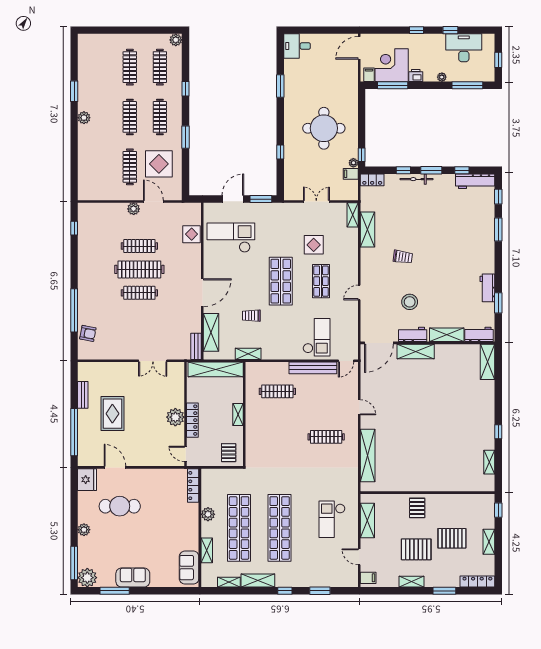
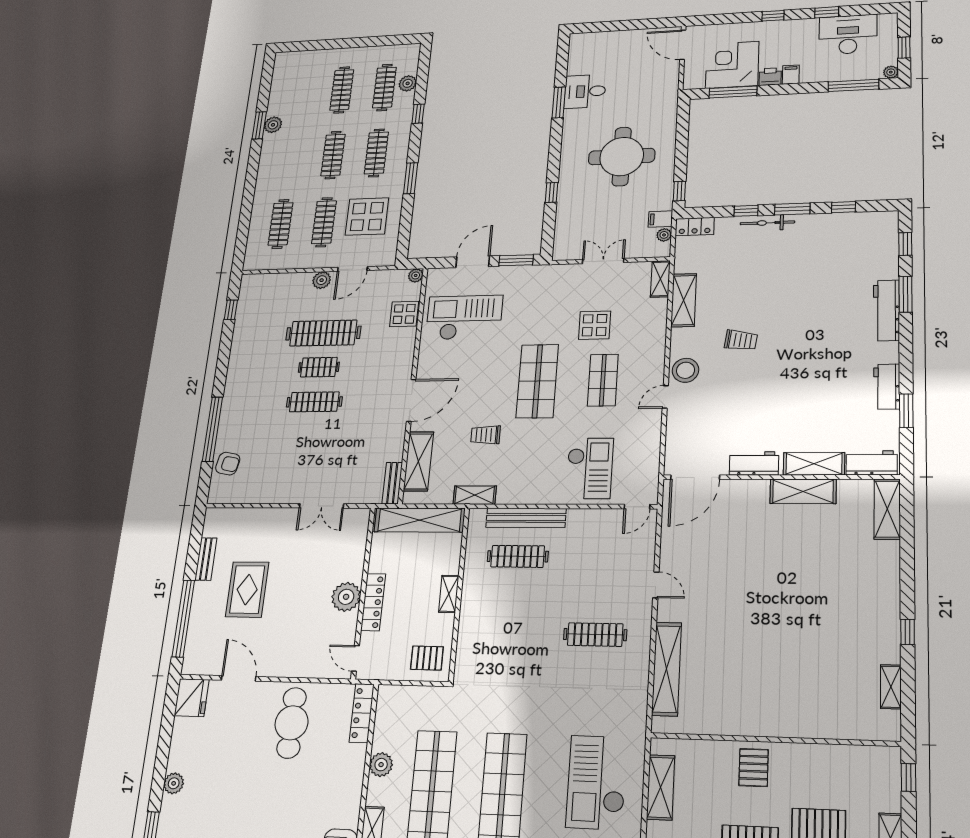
plant: (176, 40) -> (408, 83), moved
desk: (297, 46) -> (585, 91), moved
door: (359, 48) -> (683, 45), hinge flipped
filing cabinet: (369, 75) -> (791, 75), moved
plant: (442, 77) -> (891, 72), moved
plant: (84, 118) -> (273, 125), moved
plant: (353, 163) -> (664, 235), moved
clothes rail: (100, 167) -> (281, 224), added
workbench: (475, 181) -> (886, 310), moved, turned 90
door: (153, 201) -> (352, 269), swing flipped
plant: (196, 207) -> (416, 275), added
clothes rail: (139, 246) -> (323, 333), width x1.37, depth x1.31
clothes rail: (139, 269) -> (319, 367), width x0.54, depth x0.76
stool: (410, 302) -> (686, 370), moved
shelving: (416, 351) -> (803, 491), moved
bench: (313, 368) -> (526, 518), moved
pallet: (229, 453) -> (427, 658), turned 90
cafe table: (120, 506) -> (292, 723), moved, turned 90
checkout: (332, 519) -> (597, 782), width x1.36, depth x1.21

